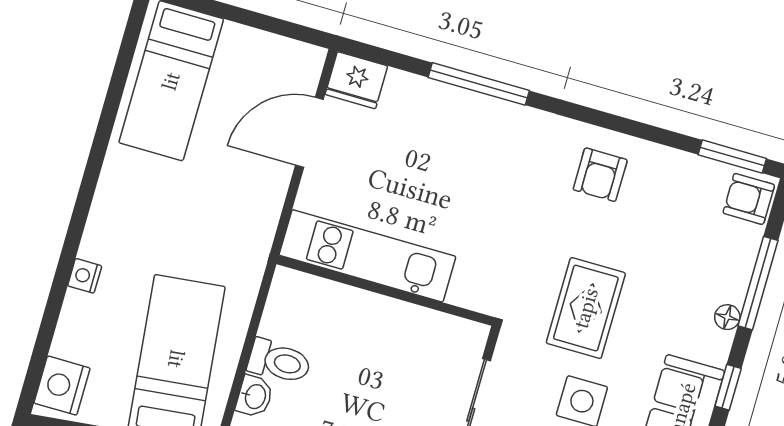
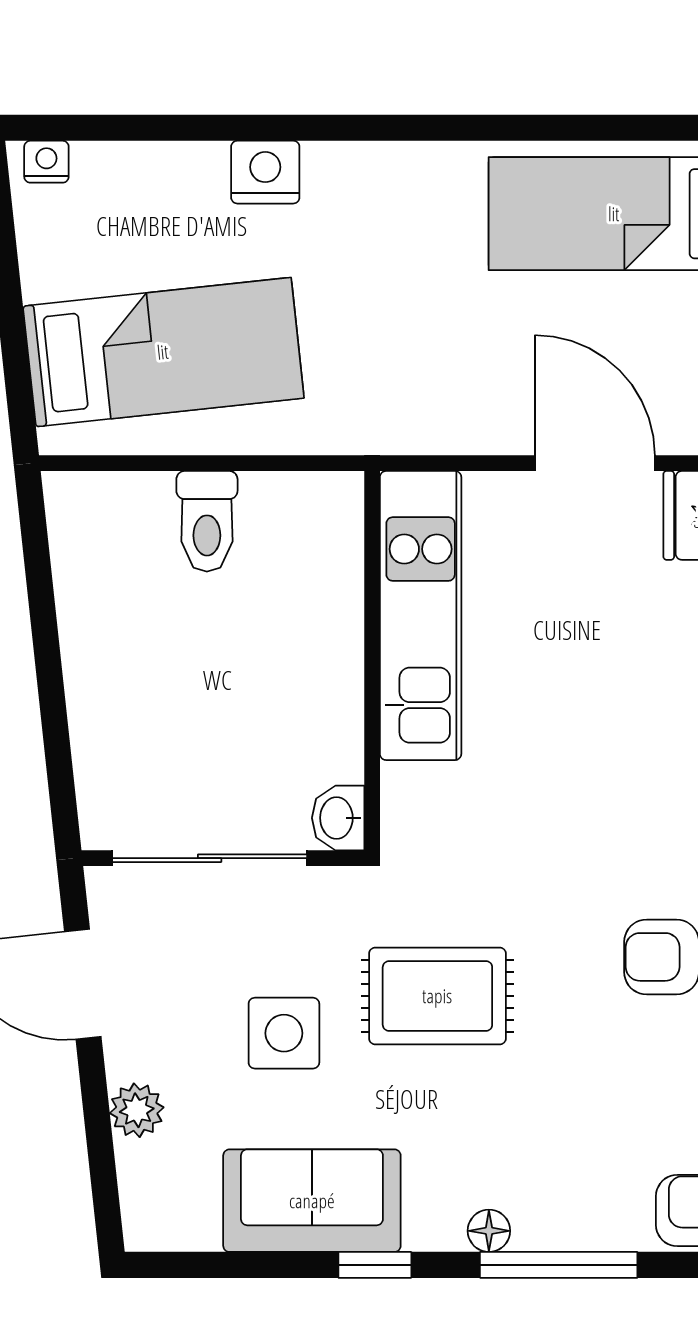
nightstand: (85, 276) -> (265, 172), width x1.39, depth x1.35
nightstand: (62, 386) -> (46, 162), width x0.53, depth x0.56
washbasin: (255, 396) -> (338, 818), moved, turned 90

